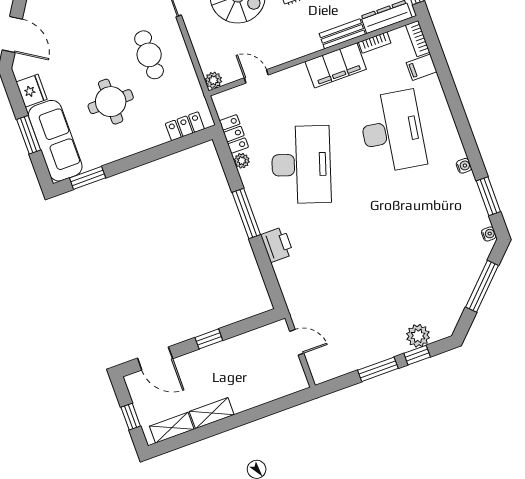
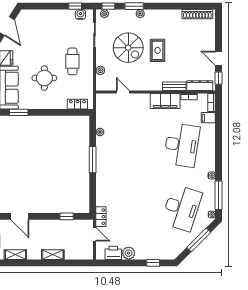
plant: (213, 80) -> (100, 70), moved
locker: (234, 134) -> (101, 217), moved
desk: (301, 165) -> (182, 208), moved
window: (488, 196) -> (218, 195), width x1.44
printer: (277, 245) -> (113, 253), moved, turned -90
plant: (418, 336) -> (129, 253), moved
window: (209, 339) -> (67, 216), moved
window: (378, 369) -> (131, 263), removed
shelving: (212, 413) -> (53, 255), moved

